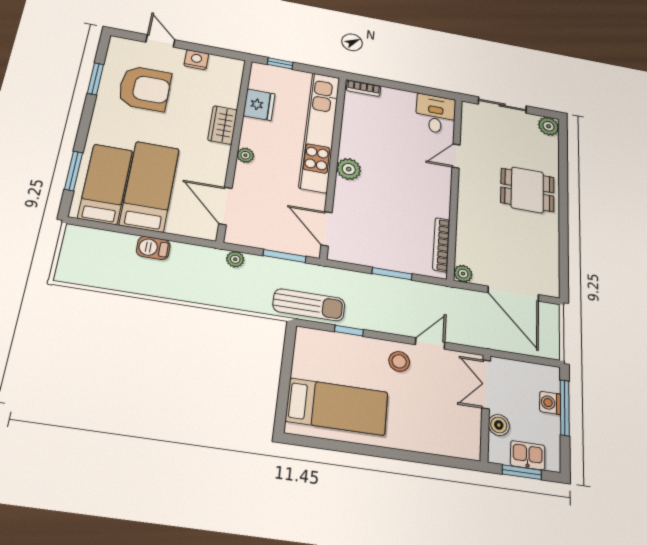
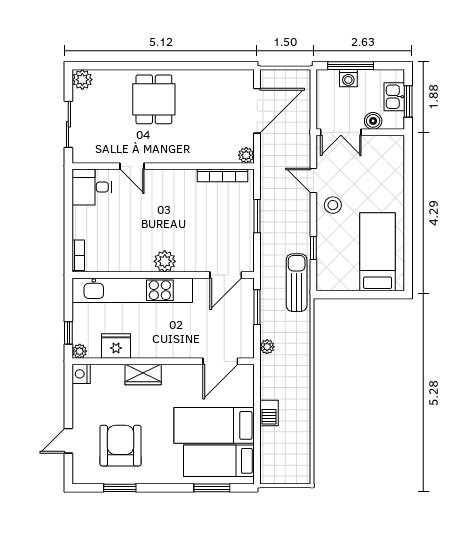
nightstand: (196, 60) -> (81, 374), moved
plant: (245, 155) -> (80, 351), moved

